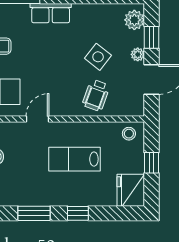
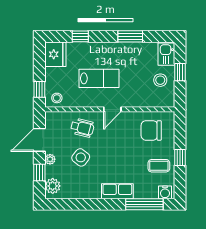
wheelchair: (96, 95) -> (82, 128), turned 84
door: (37, 119) -> (112, 109), moved
window: (151, 163) -> (39, 89), moved
window: (78, 213) -> (80, 36), moved

